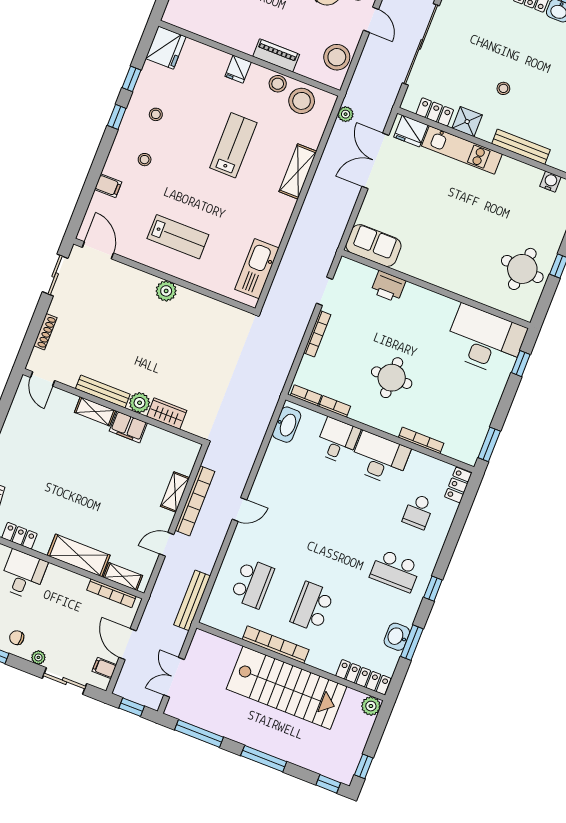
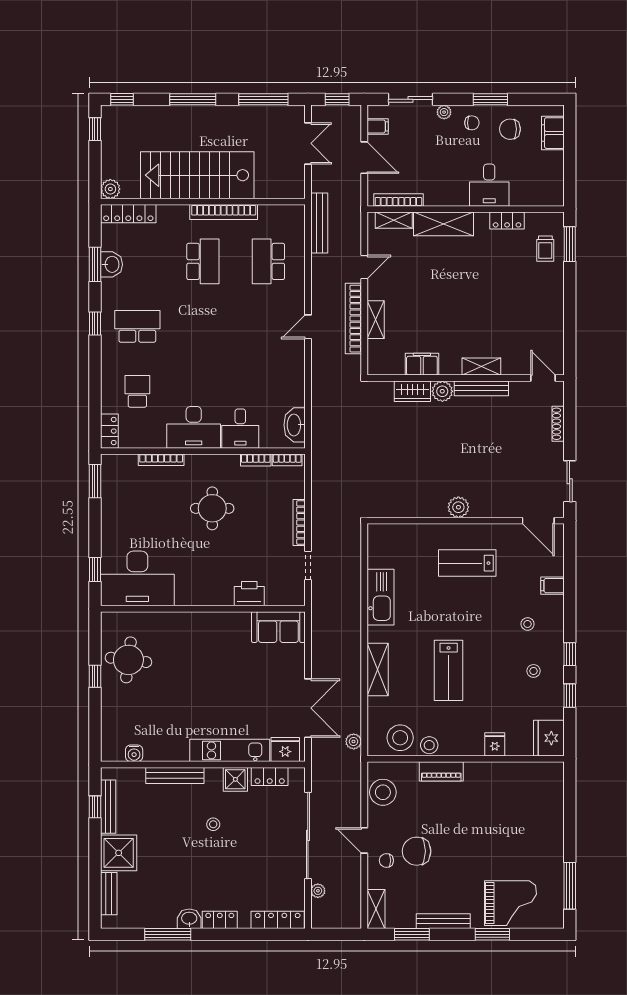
fridge: (238, 69) -> (495, 744), moved
kitchen sink: (257, 269) -> (380, 597), moved
filing cabinet: (128, 427) -> (422, 364), moved

